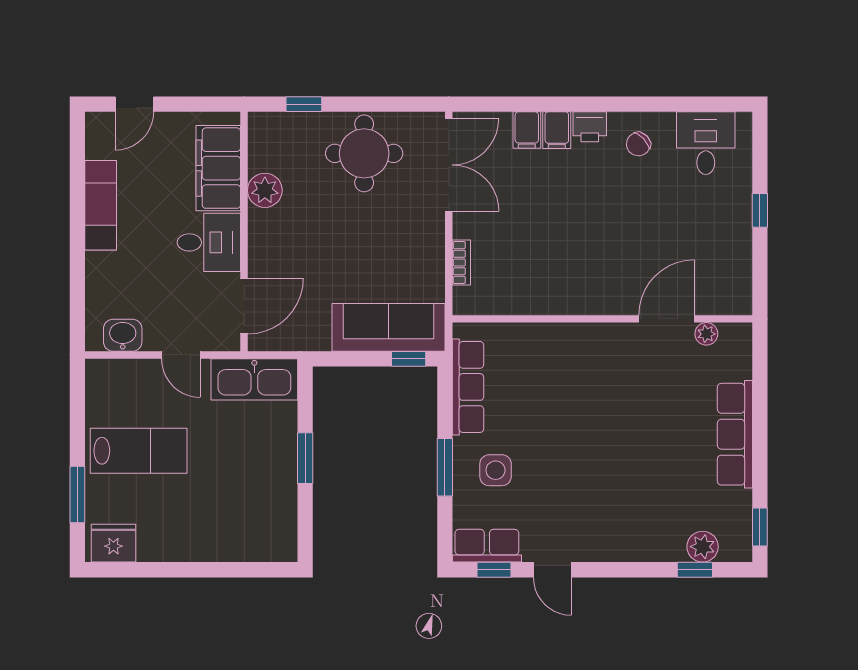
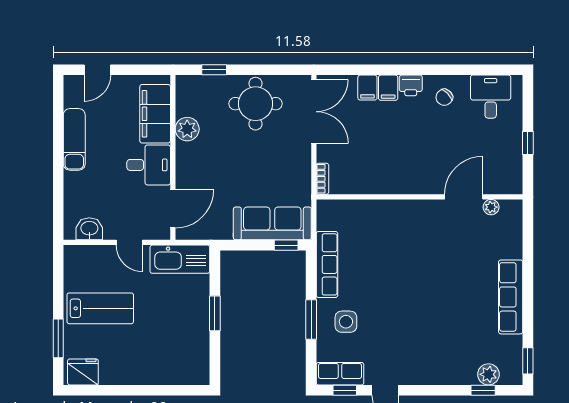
wall: (602, 319) -> (419, 197), moved
door: (667, 319) -> (464, 197), moved
plant: (706, 334) -> (491, 207), moved

